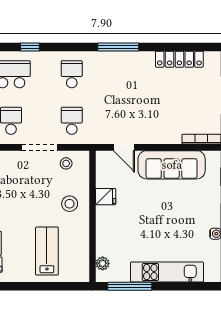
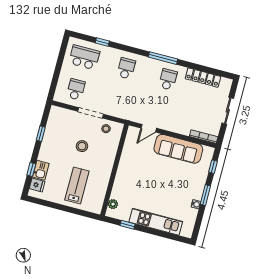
school desk: (72, 121) -> (168, 79), moved
door: (124, 147) -> (149, 128), hinge flipped
fridge: (106, 197) -> (127, 159), removed
stool: (70, 204) -> (82, 146), moved
window: (130, 286) -> (127, 225), width x0.46

